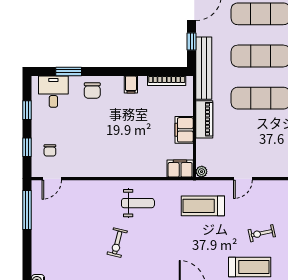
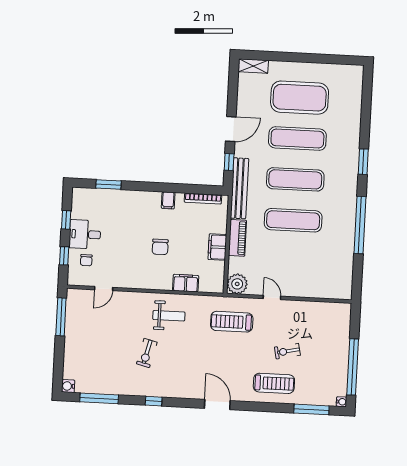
chair: (92, 91) -> (160, 247), moved
desk: (53, 92) -> (85, 234), moved, turned -90
filing cabinet: (180, 169) -> (186, 283), moved
plant: (202, 172) -> (237, 284), width x1.88, depth x1.88
door: (52, 179) -> (104, 289), moved
door: (243, 179) -> (272, 297), swing flipped

